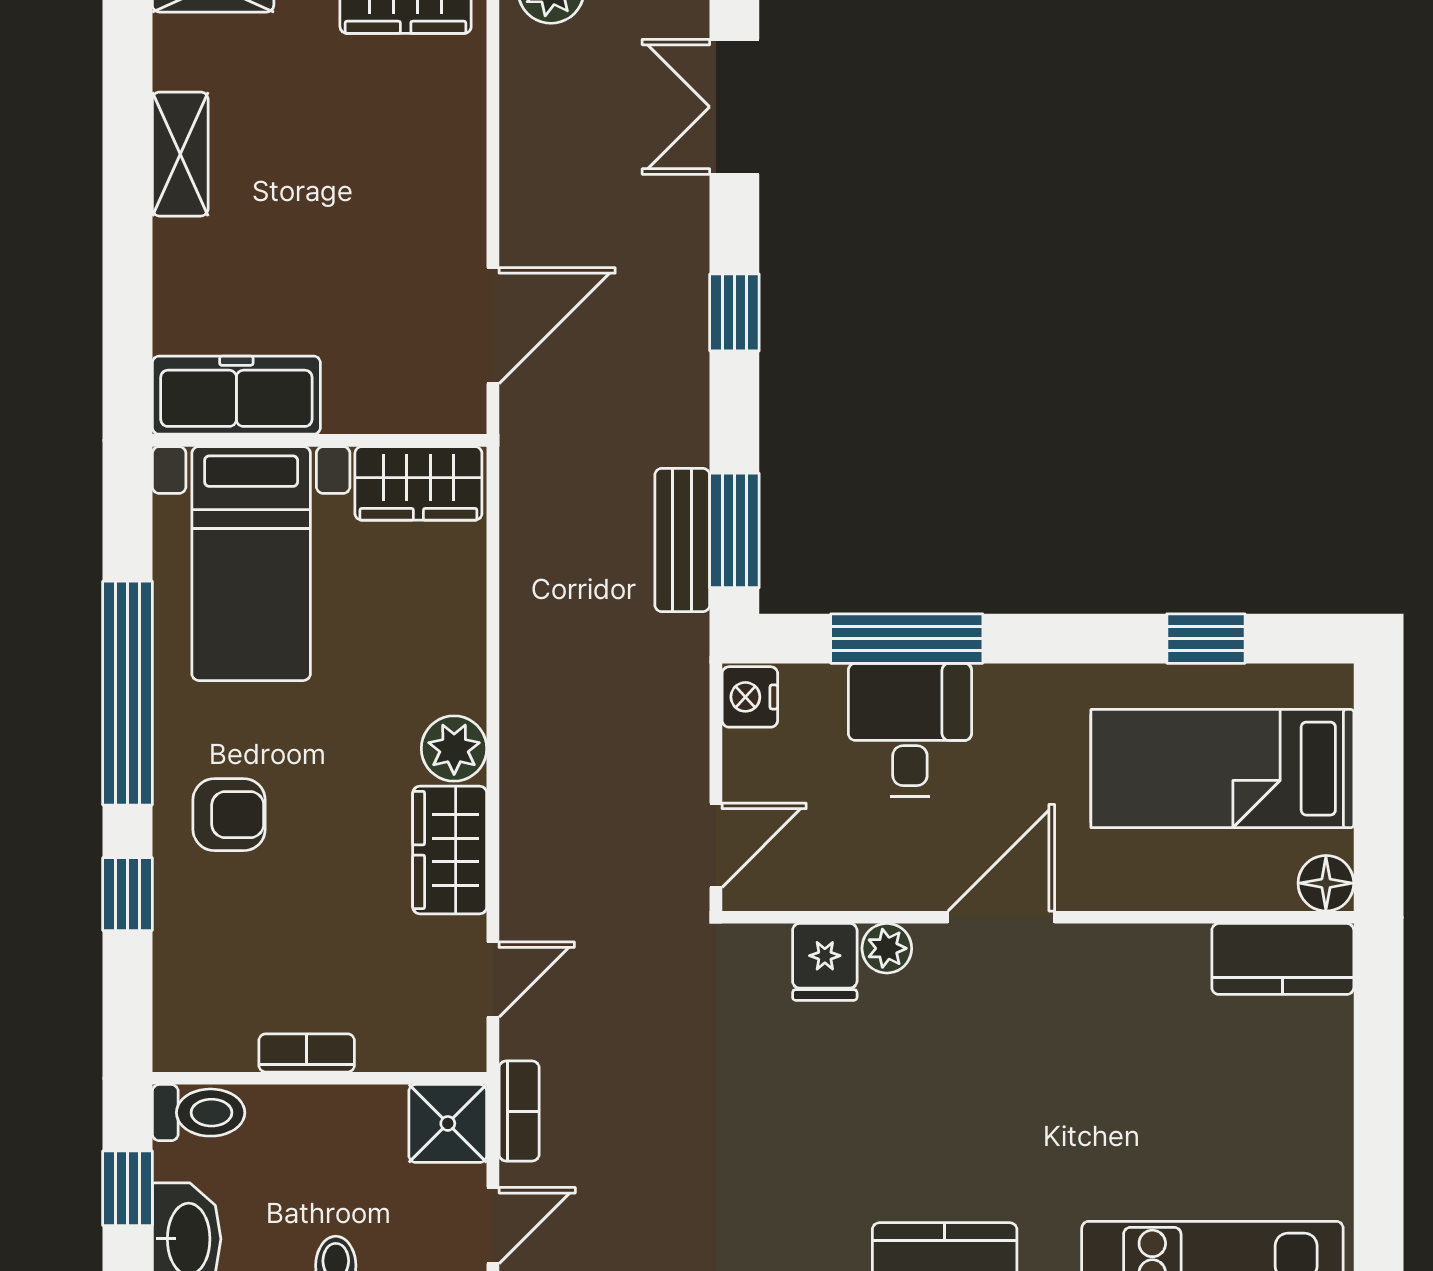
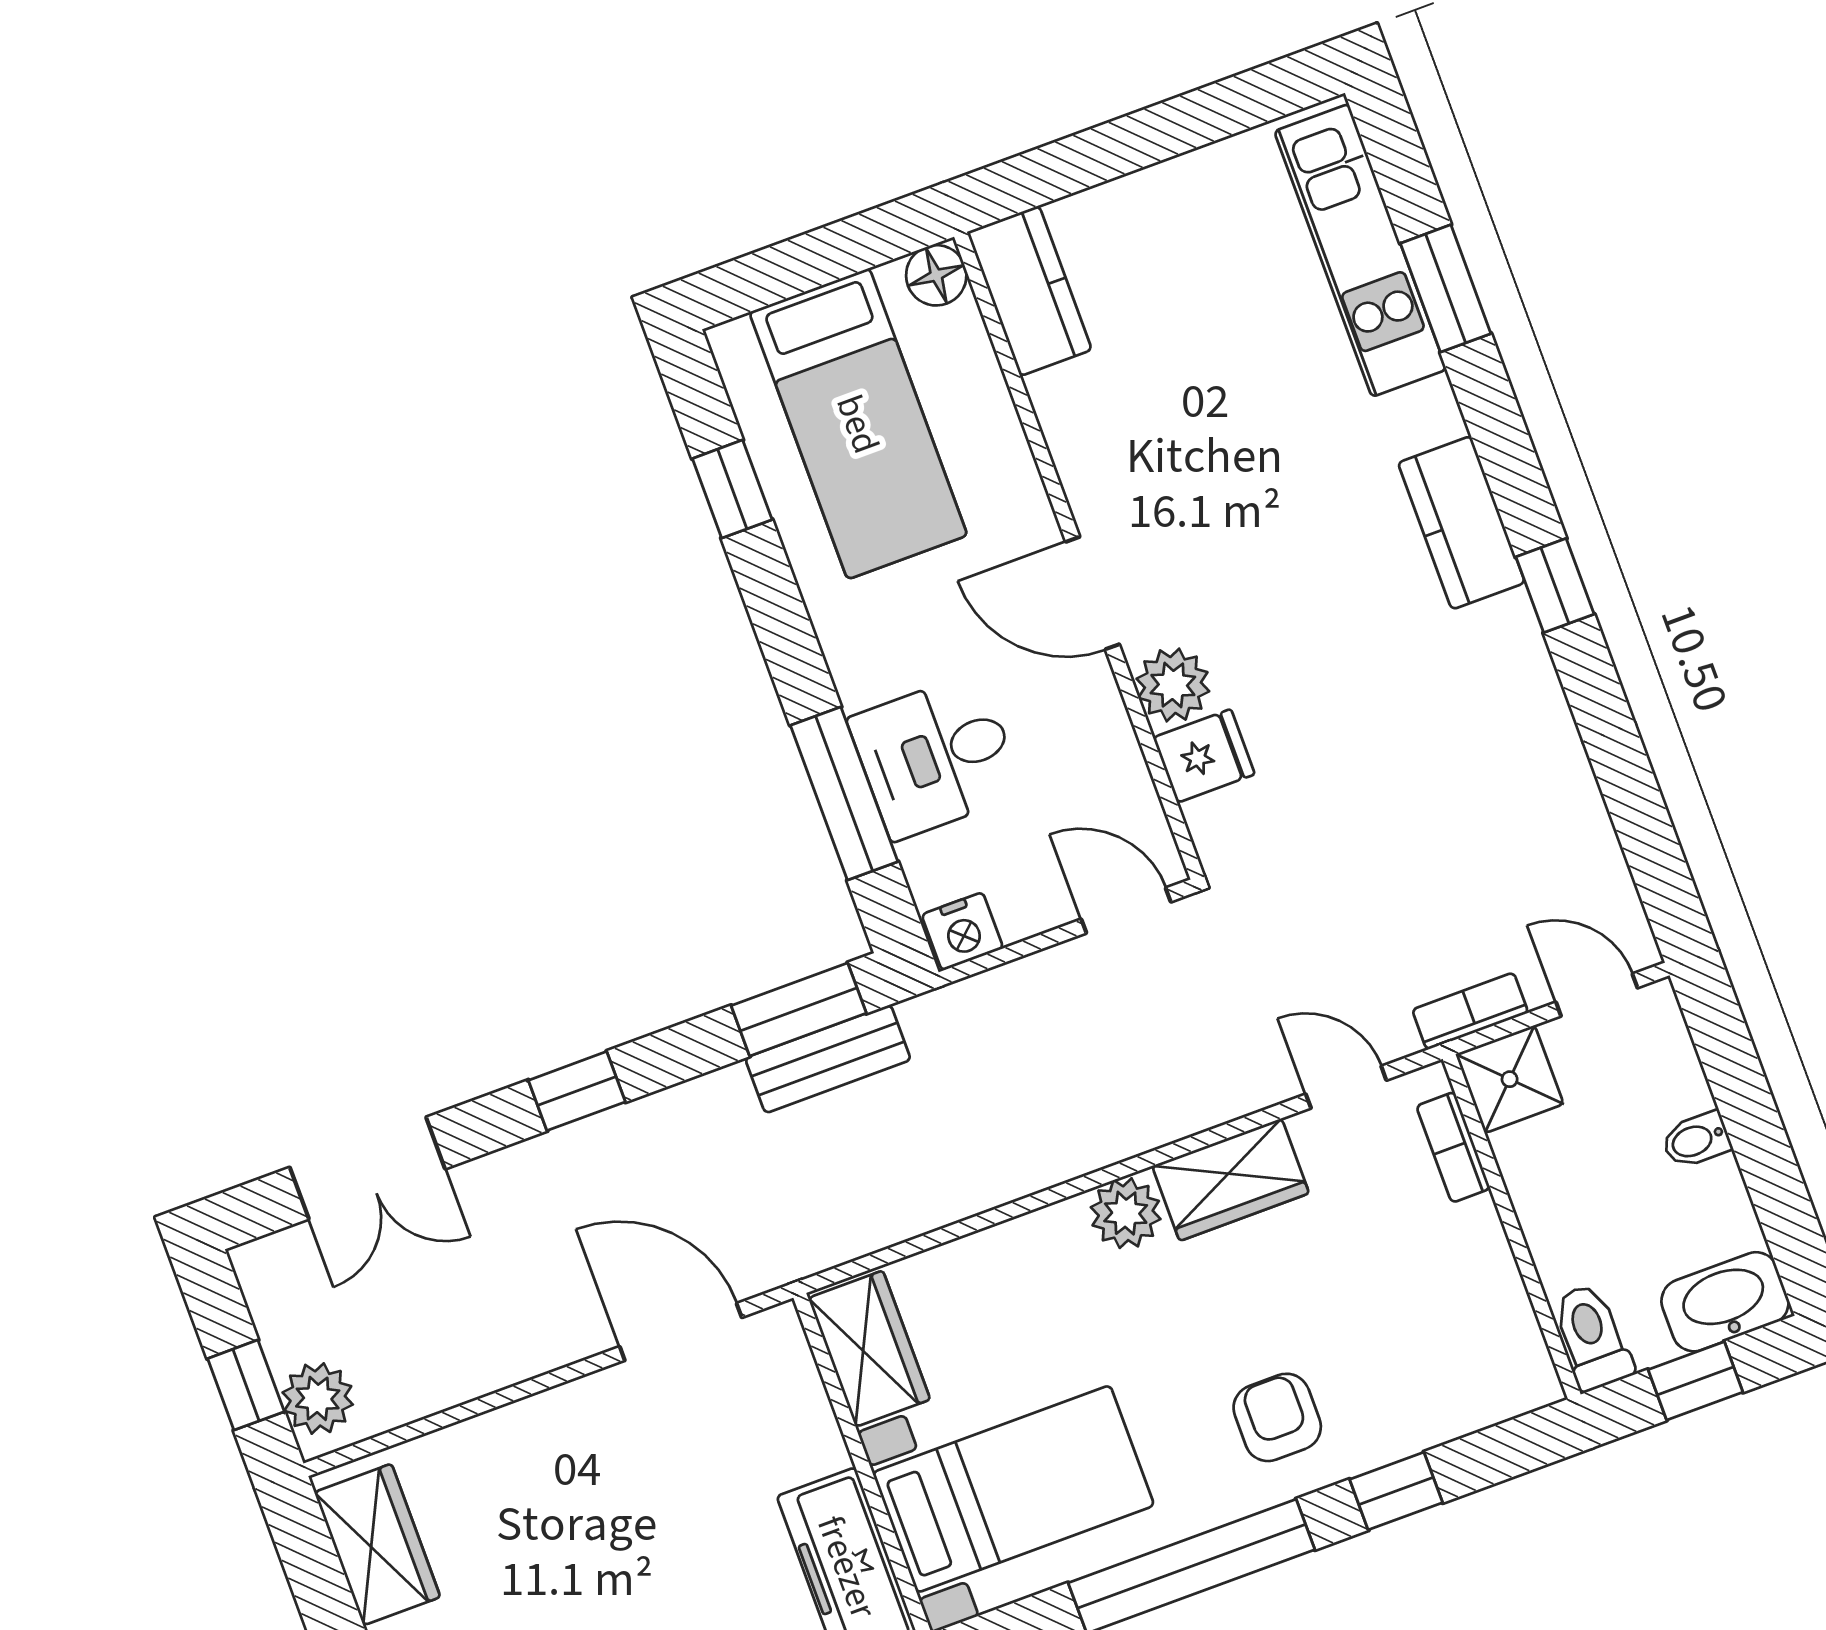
plant: (887, 948) -> (1173, 685), width x1.38, depth x1.38
bookcase: (307, 1053) -> (1453, 1147), moved

